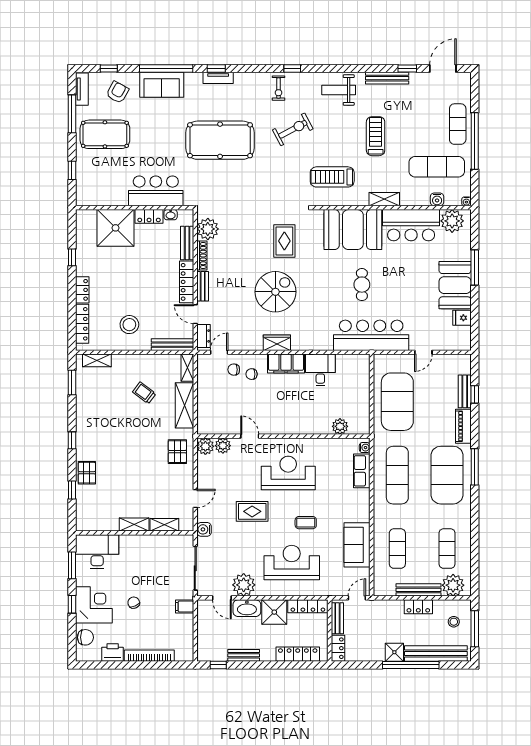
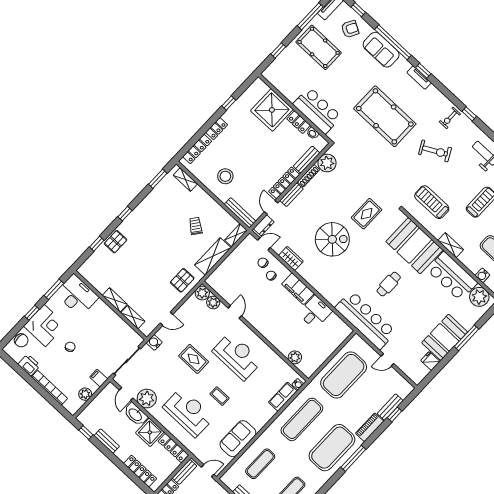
wardrobe: (277, 343) -> (291, 258), moved
plant: (186, 632) -> (85, 394), added

